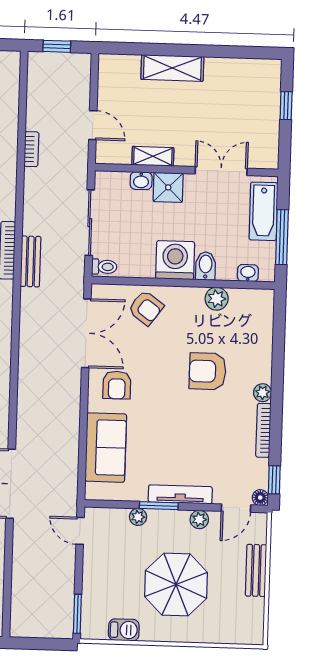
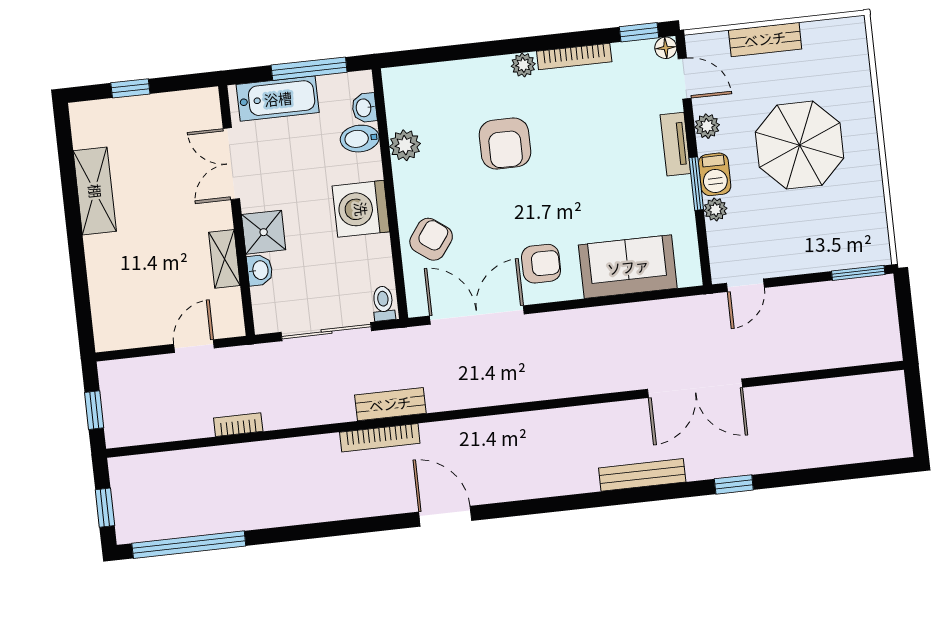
shelving: (172, 68) -> (95, 191), moved
bidet: (206, 266) -> (360, 139), moved
tv unit: (180, 494) -> (675, 144), width x0.71
barbecue: (124, 630) -> (715, 174), moved, turned 180

